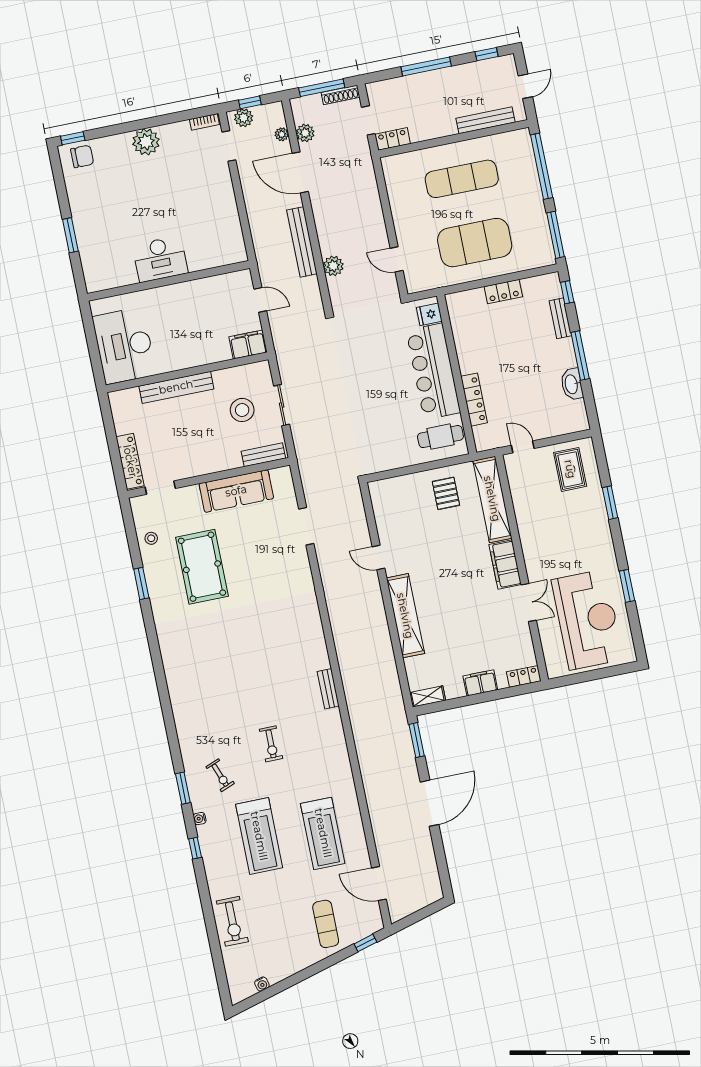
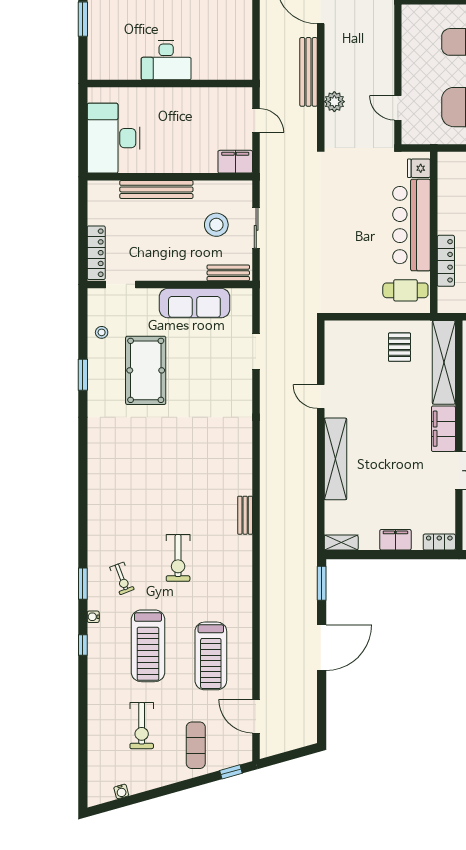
exercise bike: (271, 744) -> (178, 558), width x1.38, depth x1.39
exercise bike: (232, 921) -> (142, 726), moved

